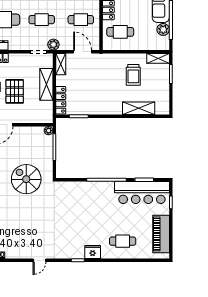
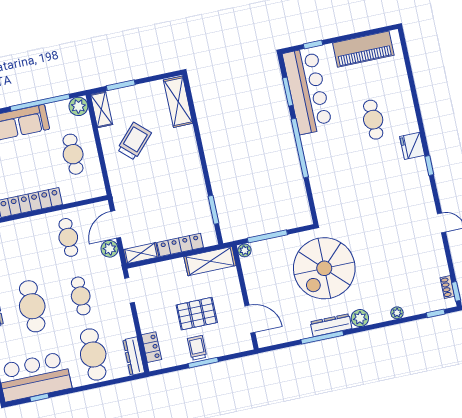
plant: (163, 29) -> (78, 106), moved
cafe table: (120, 32) -> (73, 154), moved
plant: (53, 45) -> (110, 249), moved
trolley: (133, 75) -> (134, 141), turned -47
shelving: (46, 84) -> (210, 261), moved
locker: (61, 100) -> (180, 245), moved
shelving: (139, 108) -> (178, 102), moved
spiral stairs: (26, 179) -> (324, 268), width x1.37, depth x1.37
cafe table: (123, 241) -> (373, 120), moved

